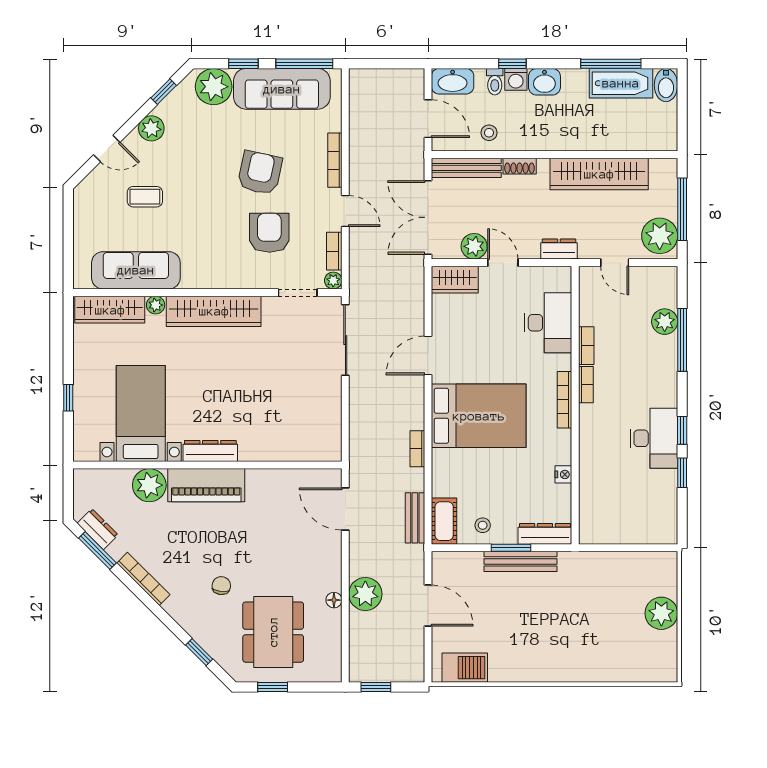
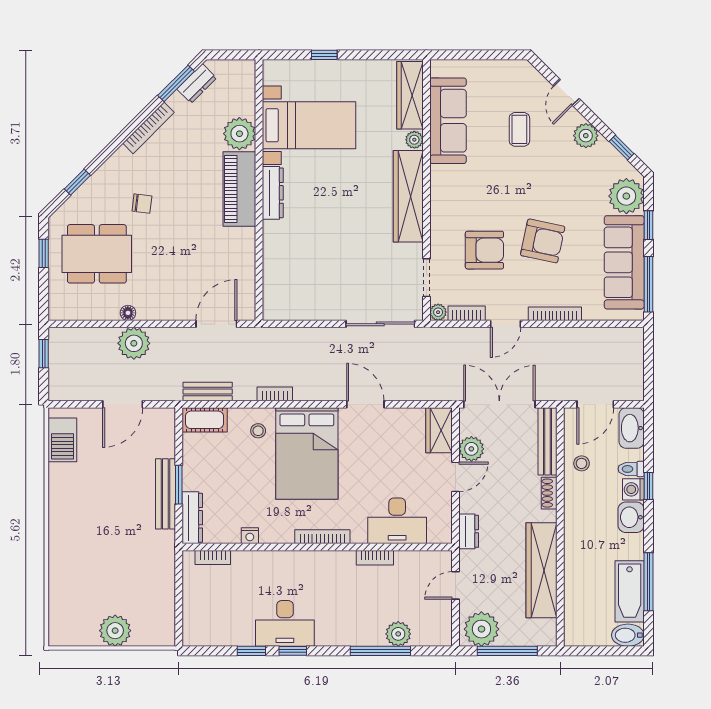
bookcase: (586, 385) -> (213, 557), moved
stool: (483, 525) -> (258, 431), moved

